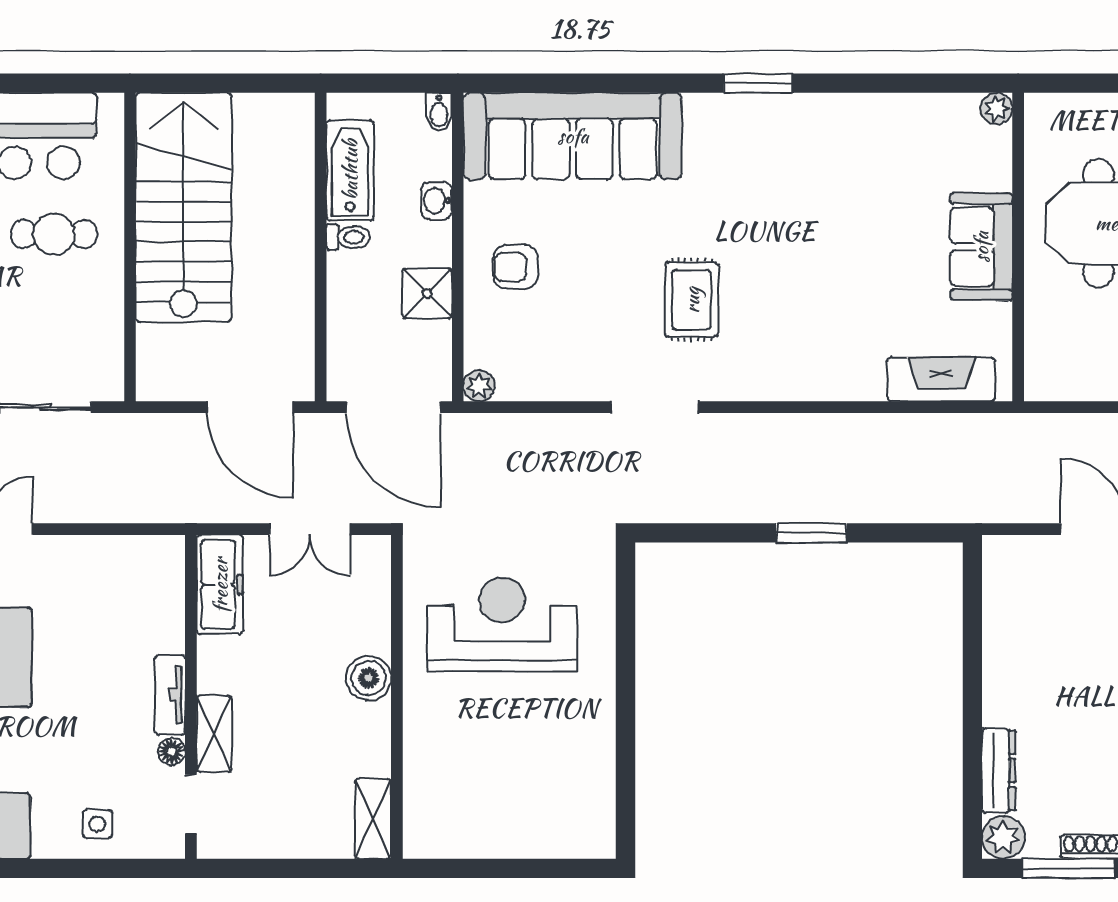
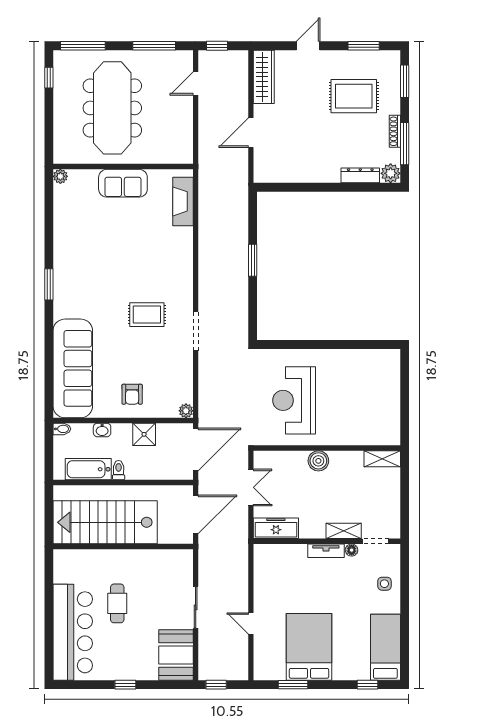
stairs: (183, 207) -> (105, 522), moved
wall: (130, 247) -> (123, 546), moved

